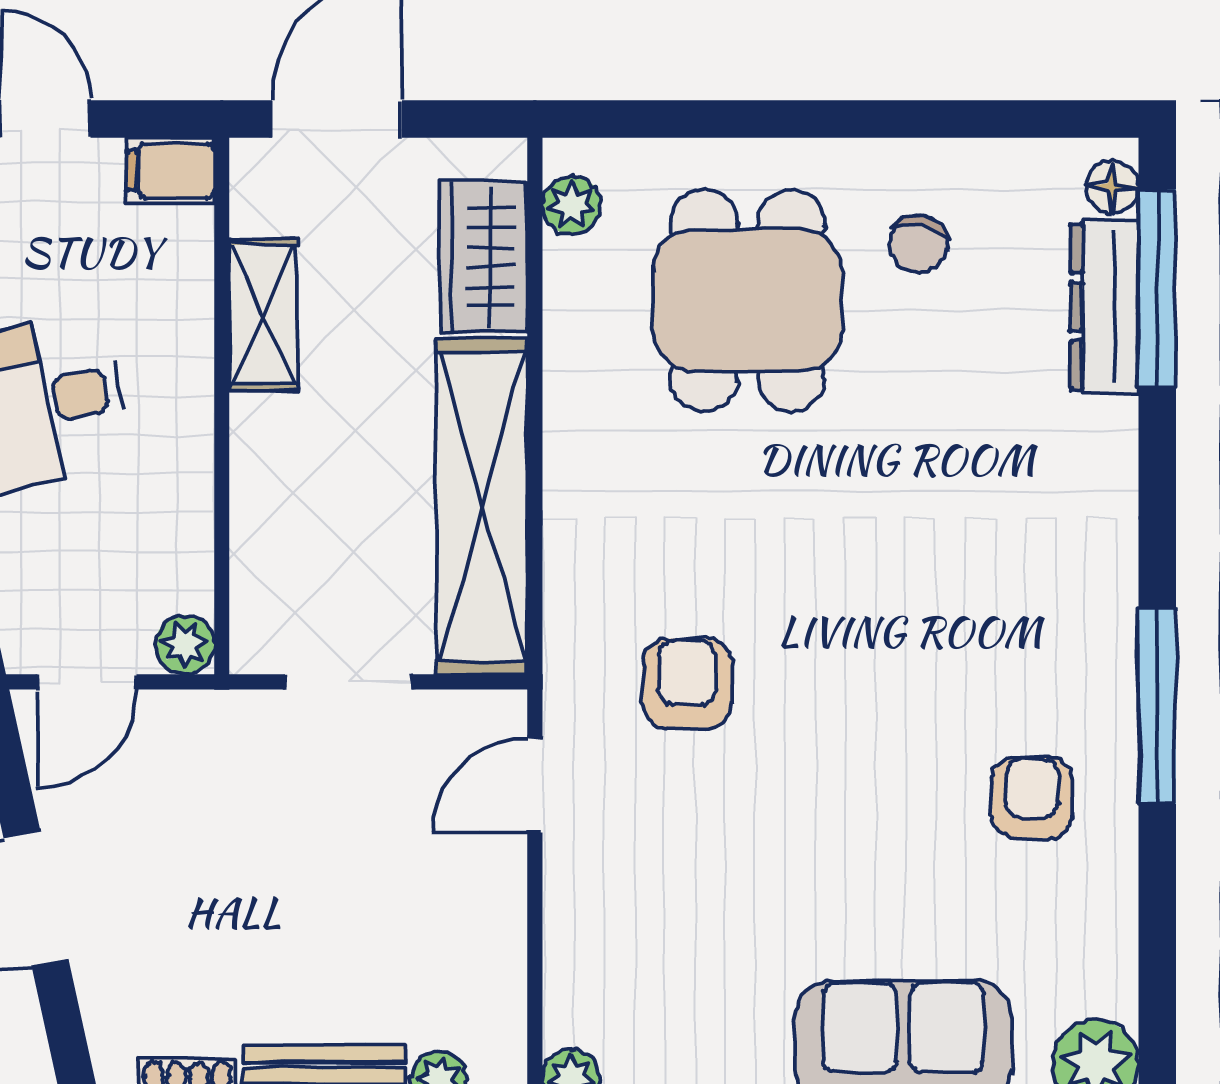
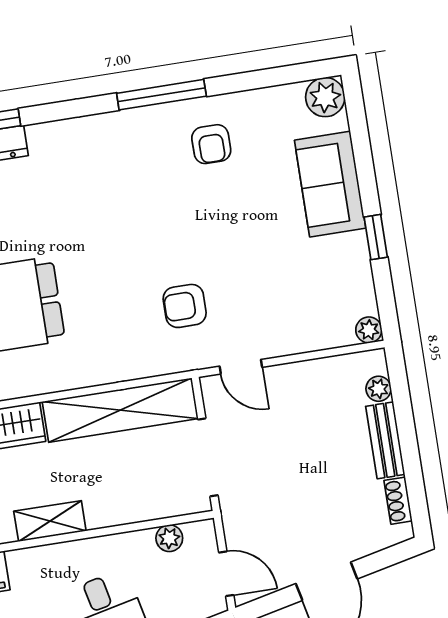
plant: (185, 645) -> (169, 538), moved
doorway: (348, 682) -> (208, 457), width x1.38
armchair: (1032, 798) -> (211, 144), turned -90

